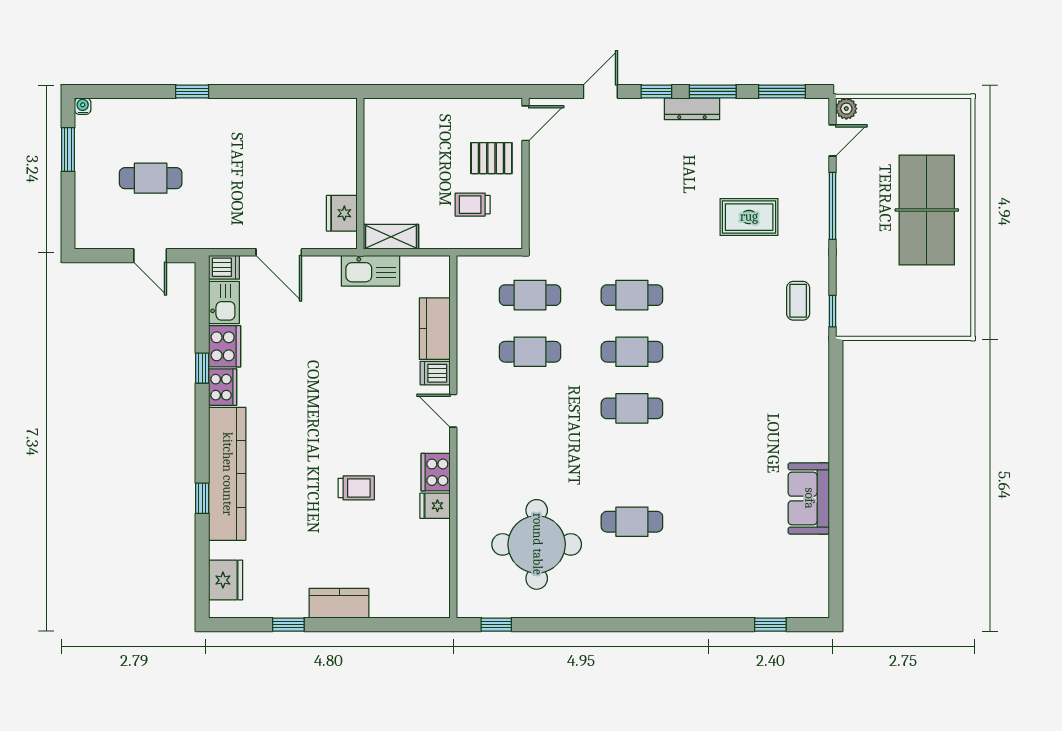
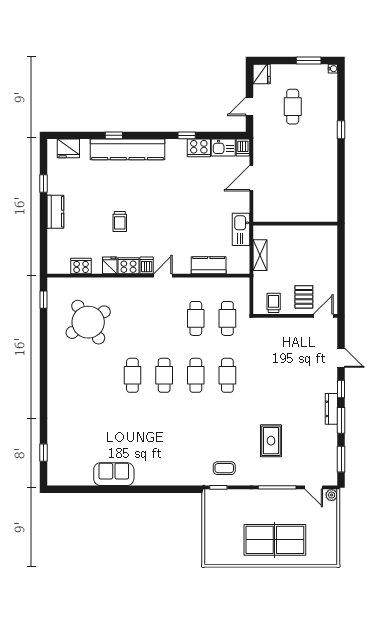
door: (525, 123) -> (323, 316), swing flipped
trolley: (473, 205) -> (274, 303), moved
fridge: (342, 213) -> (262, 74), moved, turned 90
shelving: (391, 237) -> (260, 255), moved
dishwasher: (435, 373) -> (147, 265), moved
cooker: (223, 387) -> (81, 266), moved, turned 180
cafe table: (632, 522) -> (132, 375), moved
round table: (537, 544) -> (88, 322), turned -33

